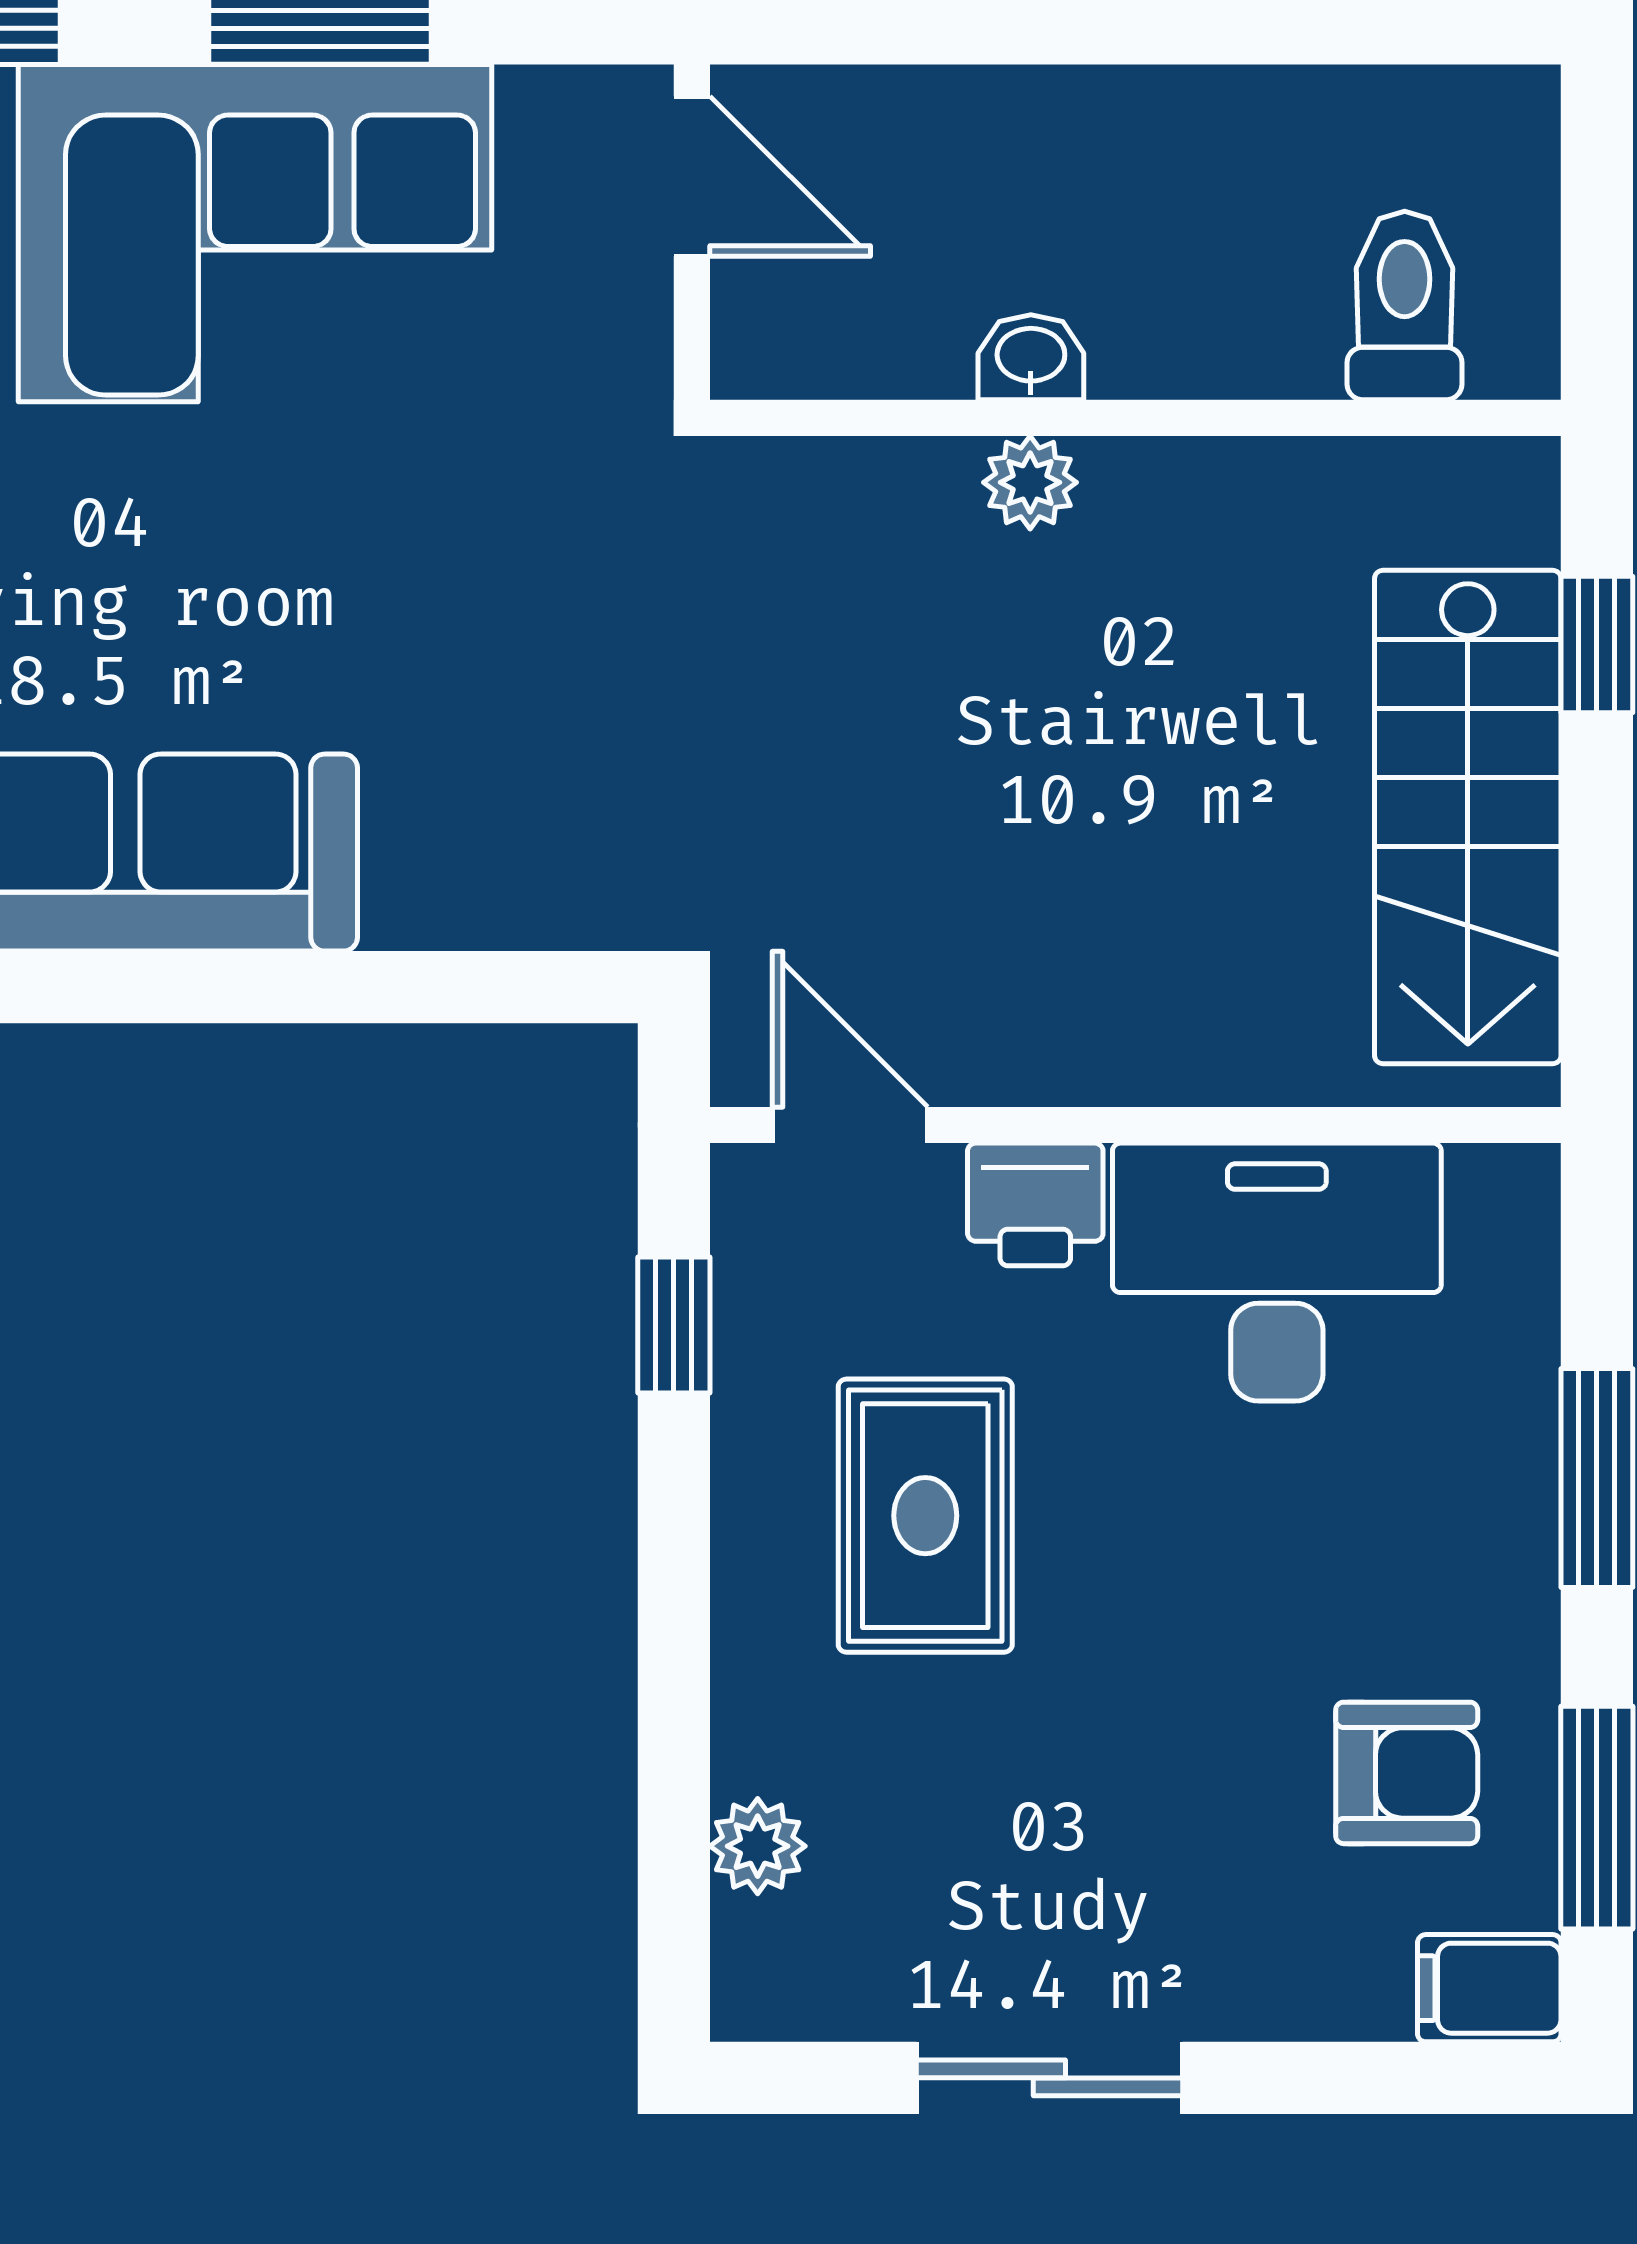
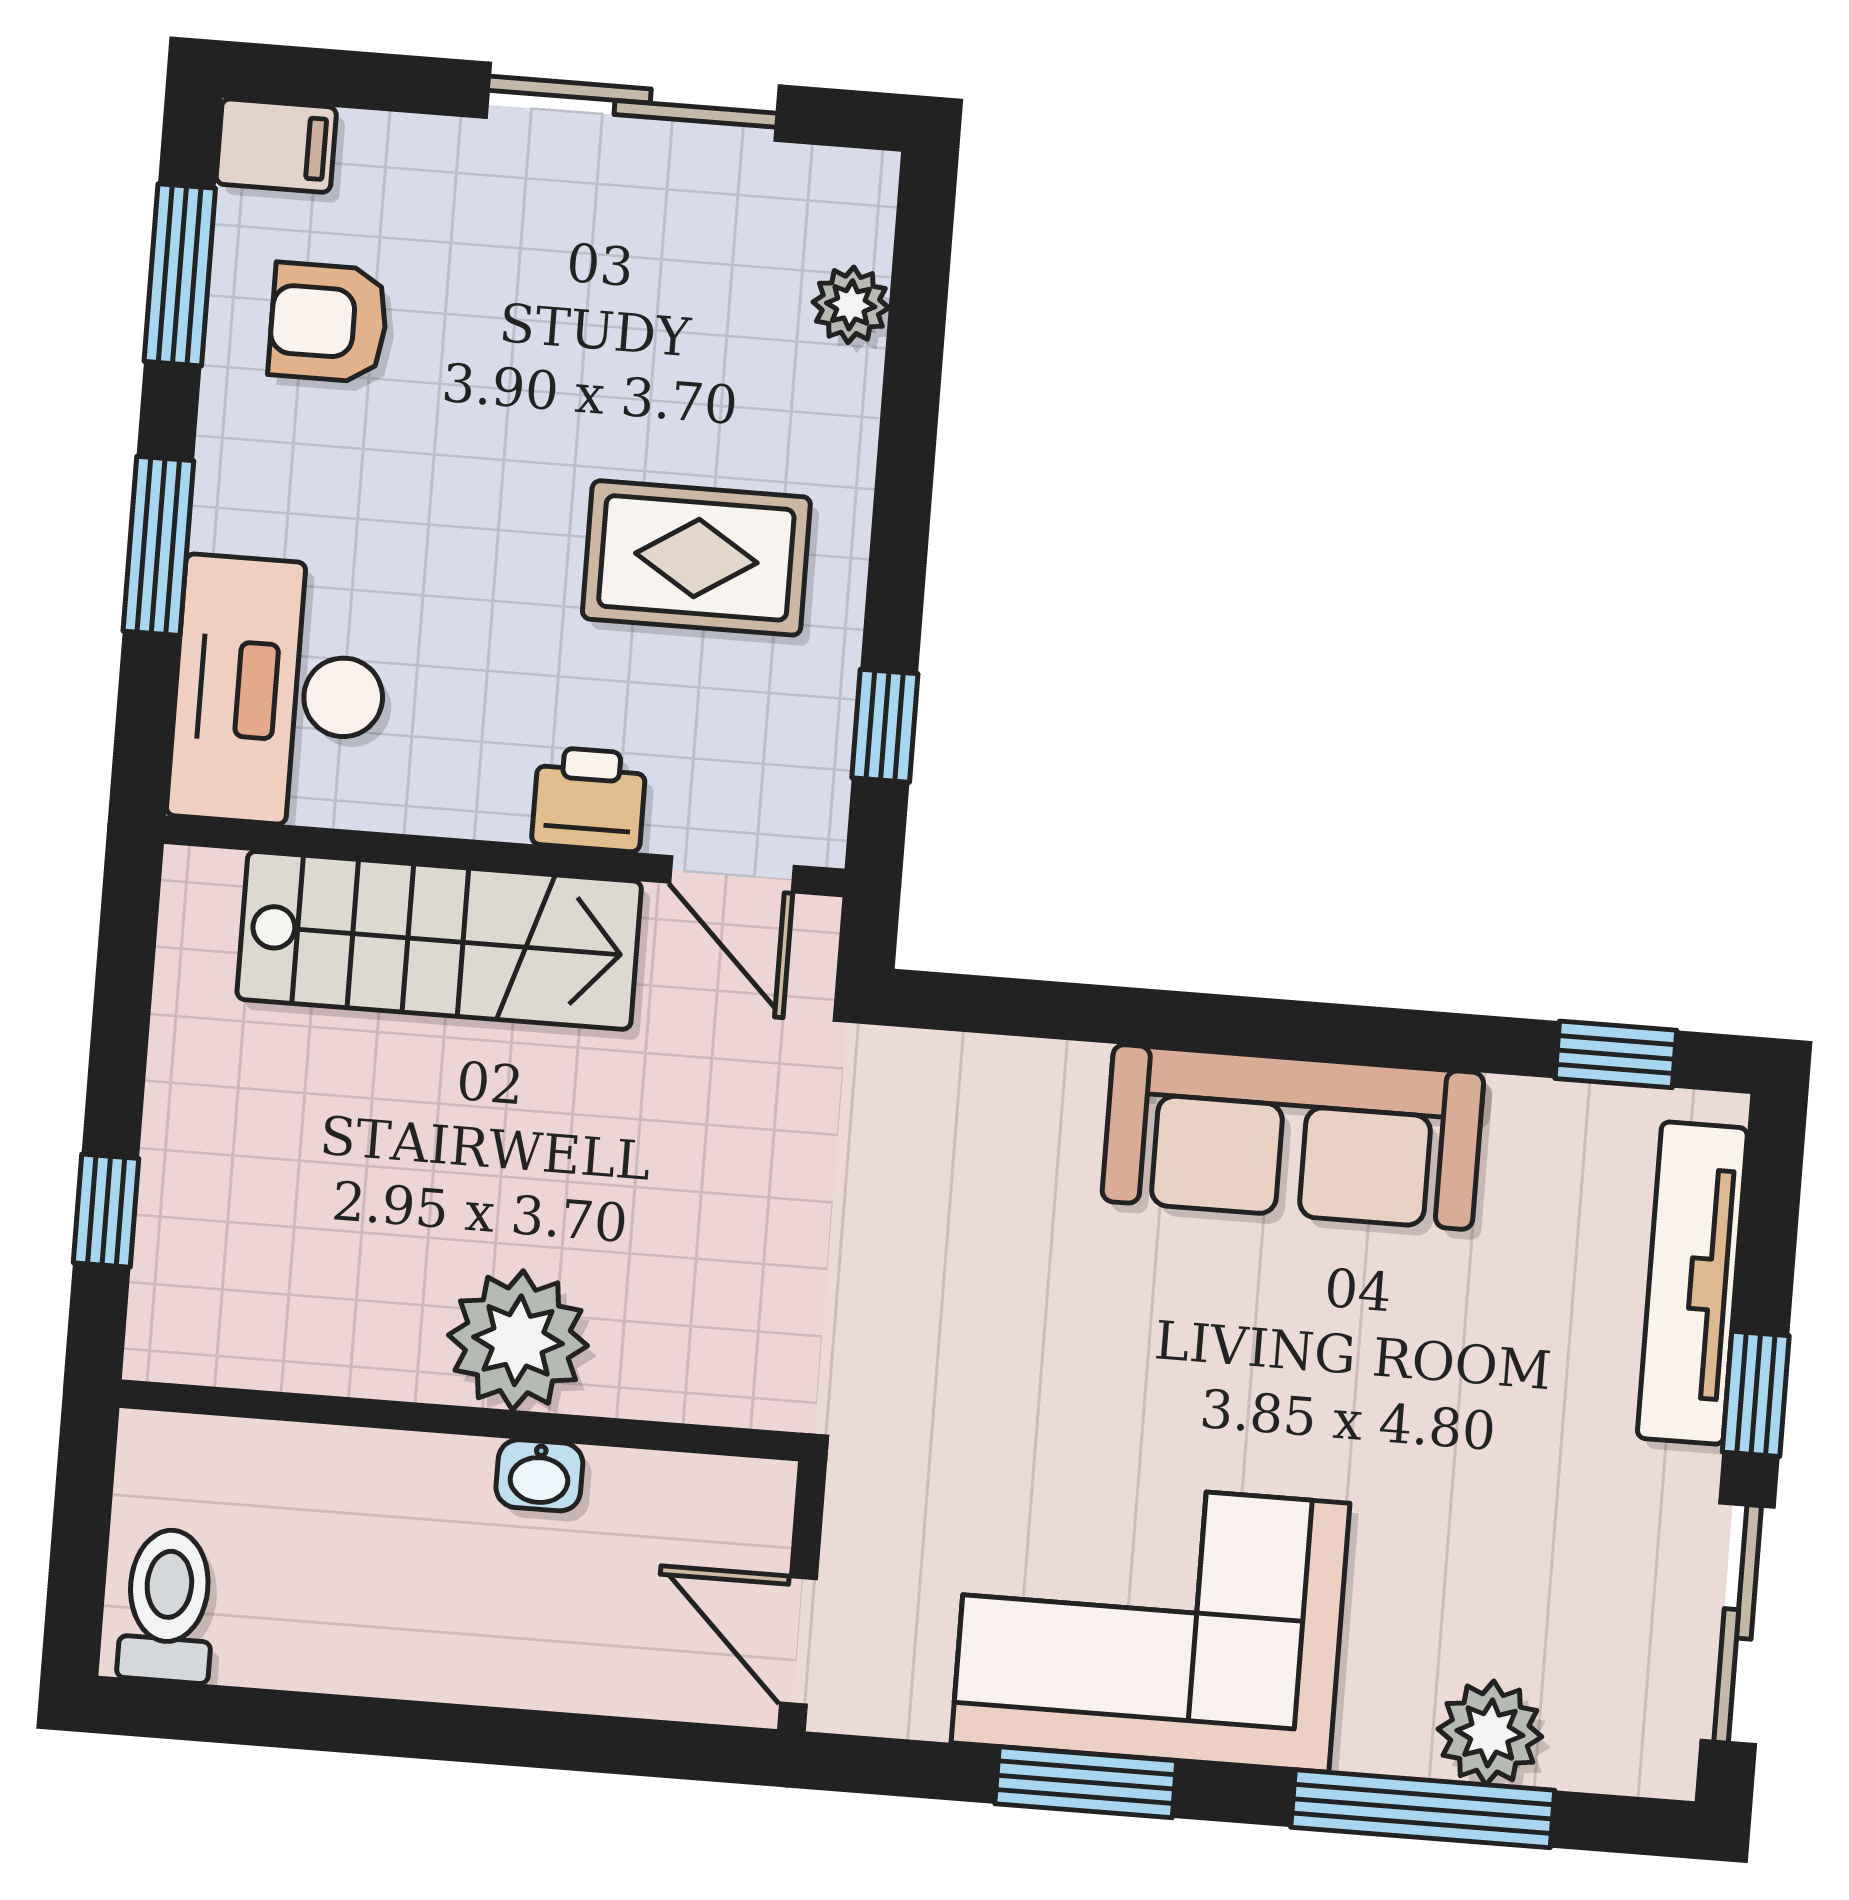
toilet: (1405, 306) -> (168, 1605), moved, turned 180
plant: (1030, 482) -> (518, 1340), width x1.87, depth x1.87
stairs: (1468, 817) -> (439, 940), moved, turned 90
desk: (1277, 1272) -> (279, 692), moved, turned 90
rug: (925, 1516) -> (696, 558), turned 90
sliding door: (1049, 2078) -> (633, 102), width x1.37

